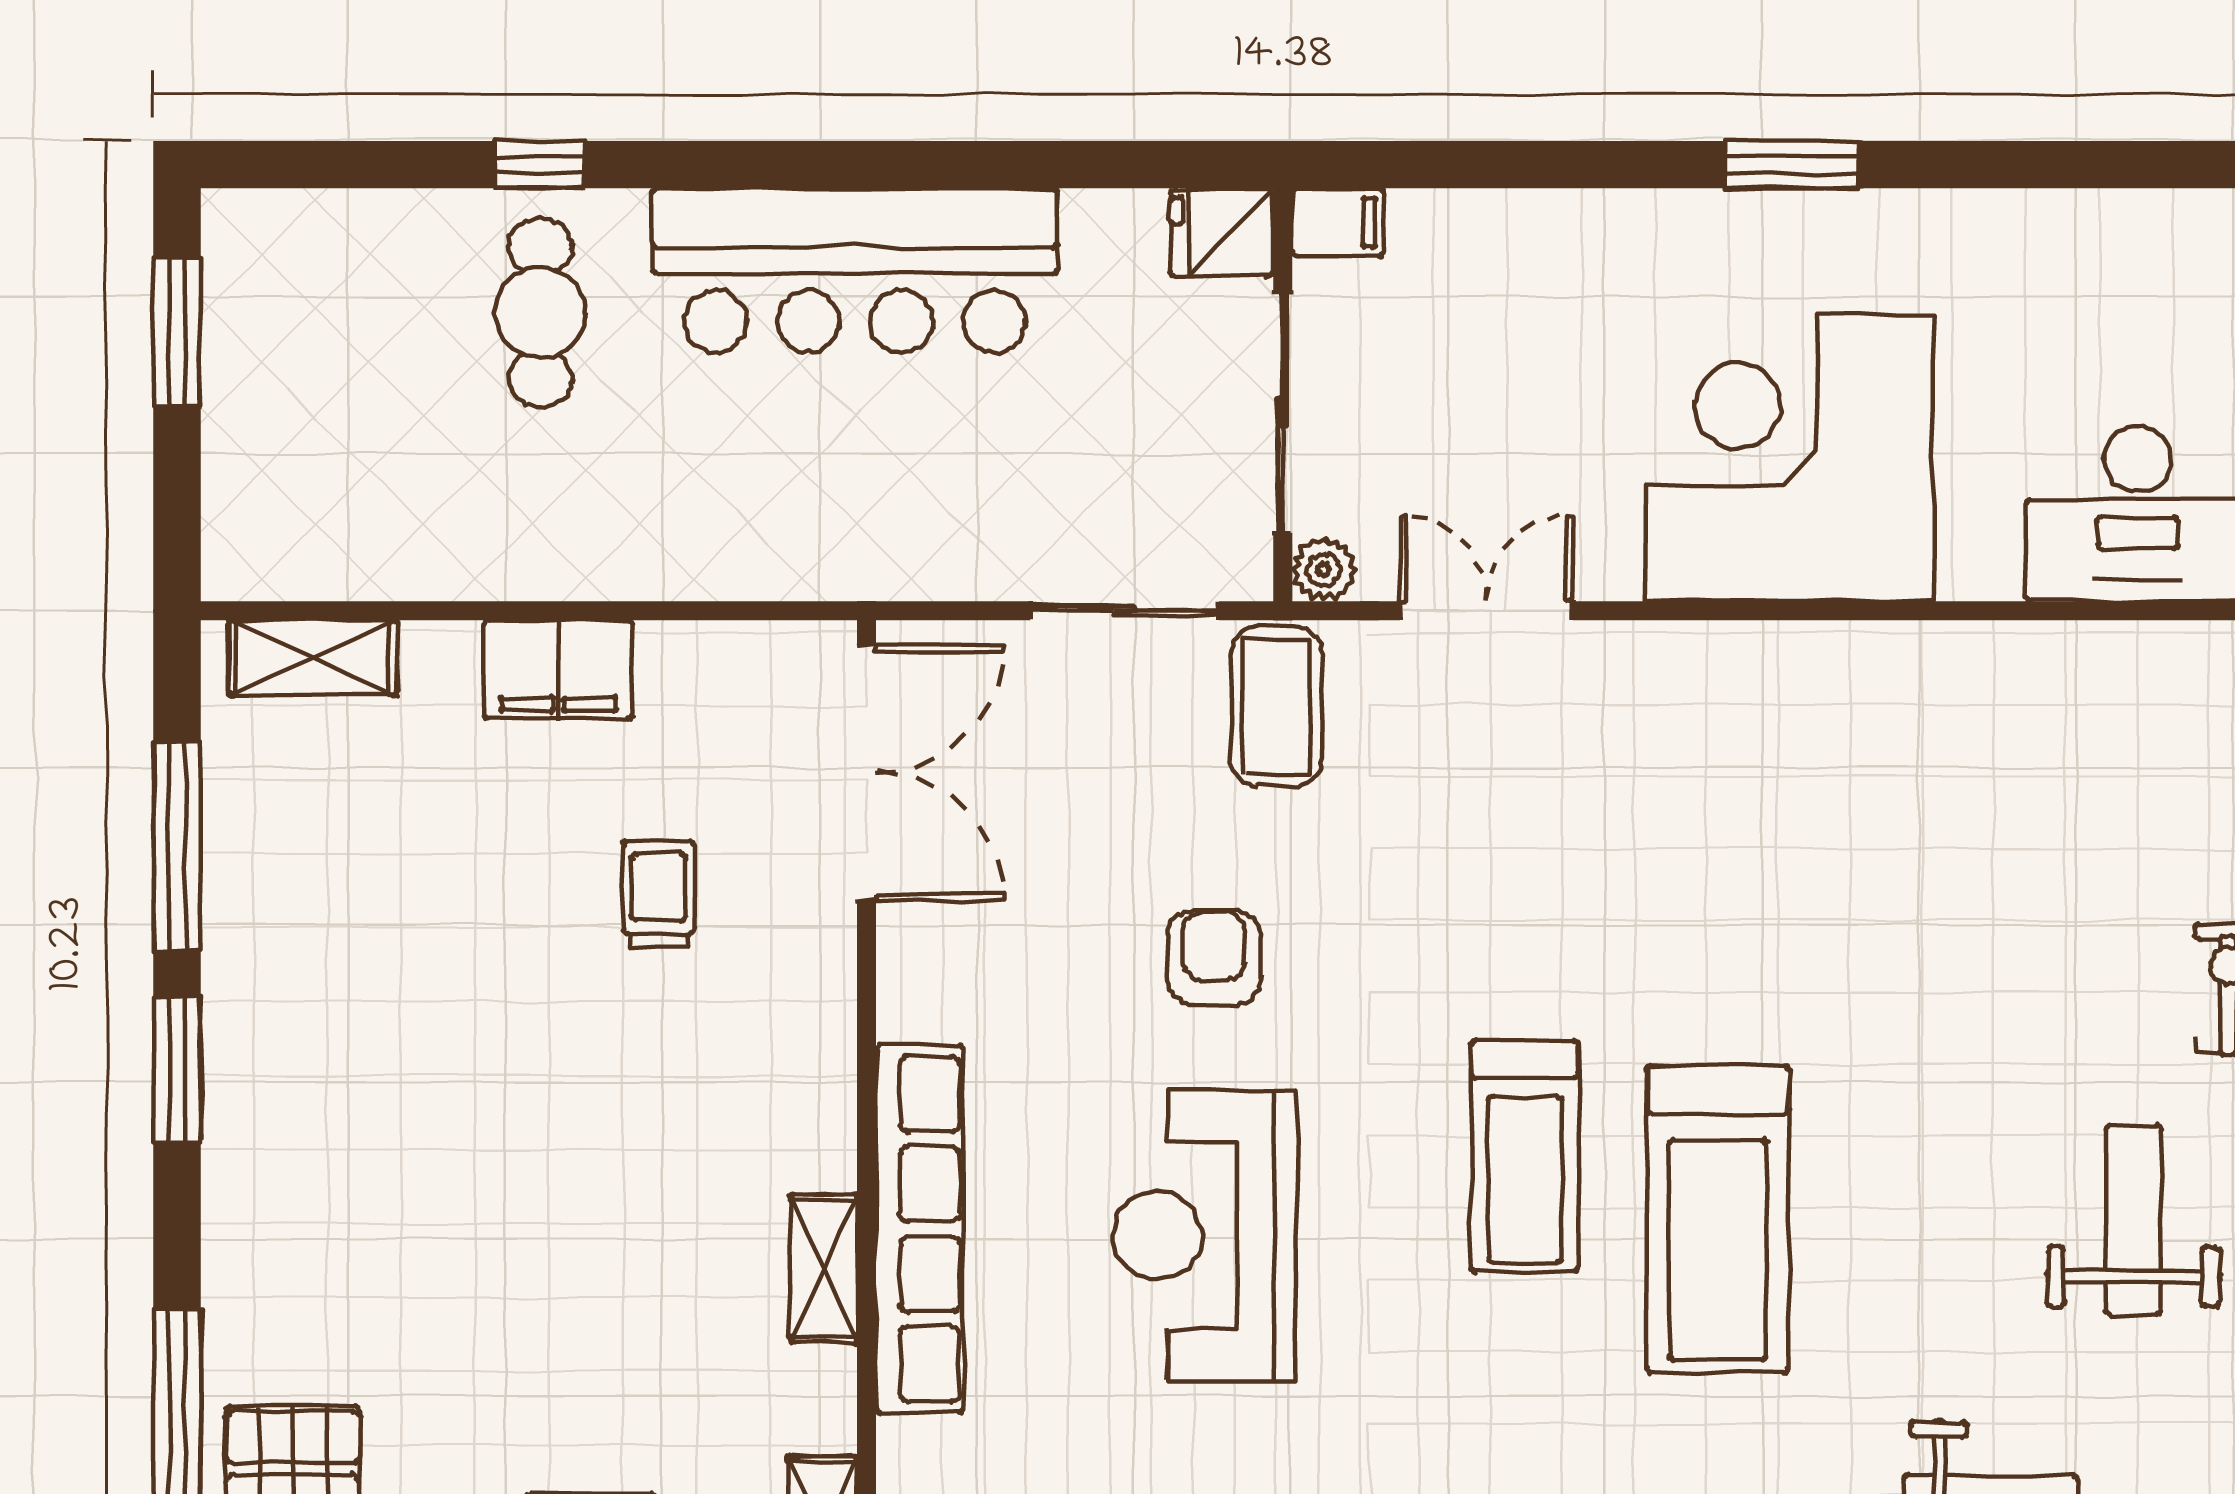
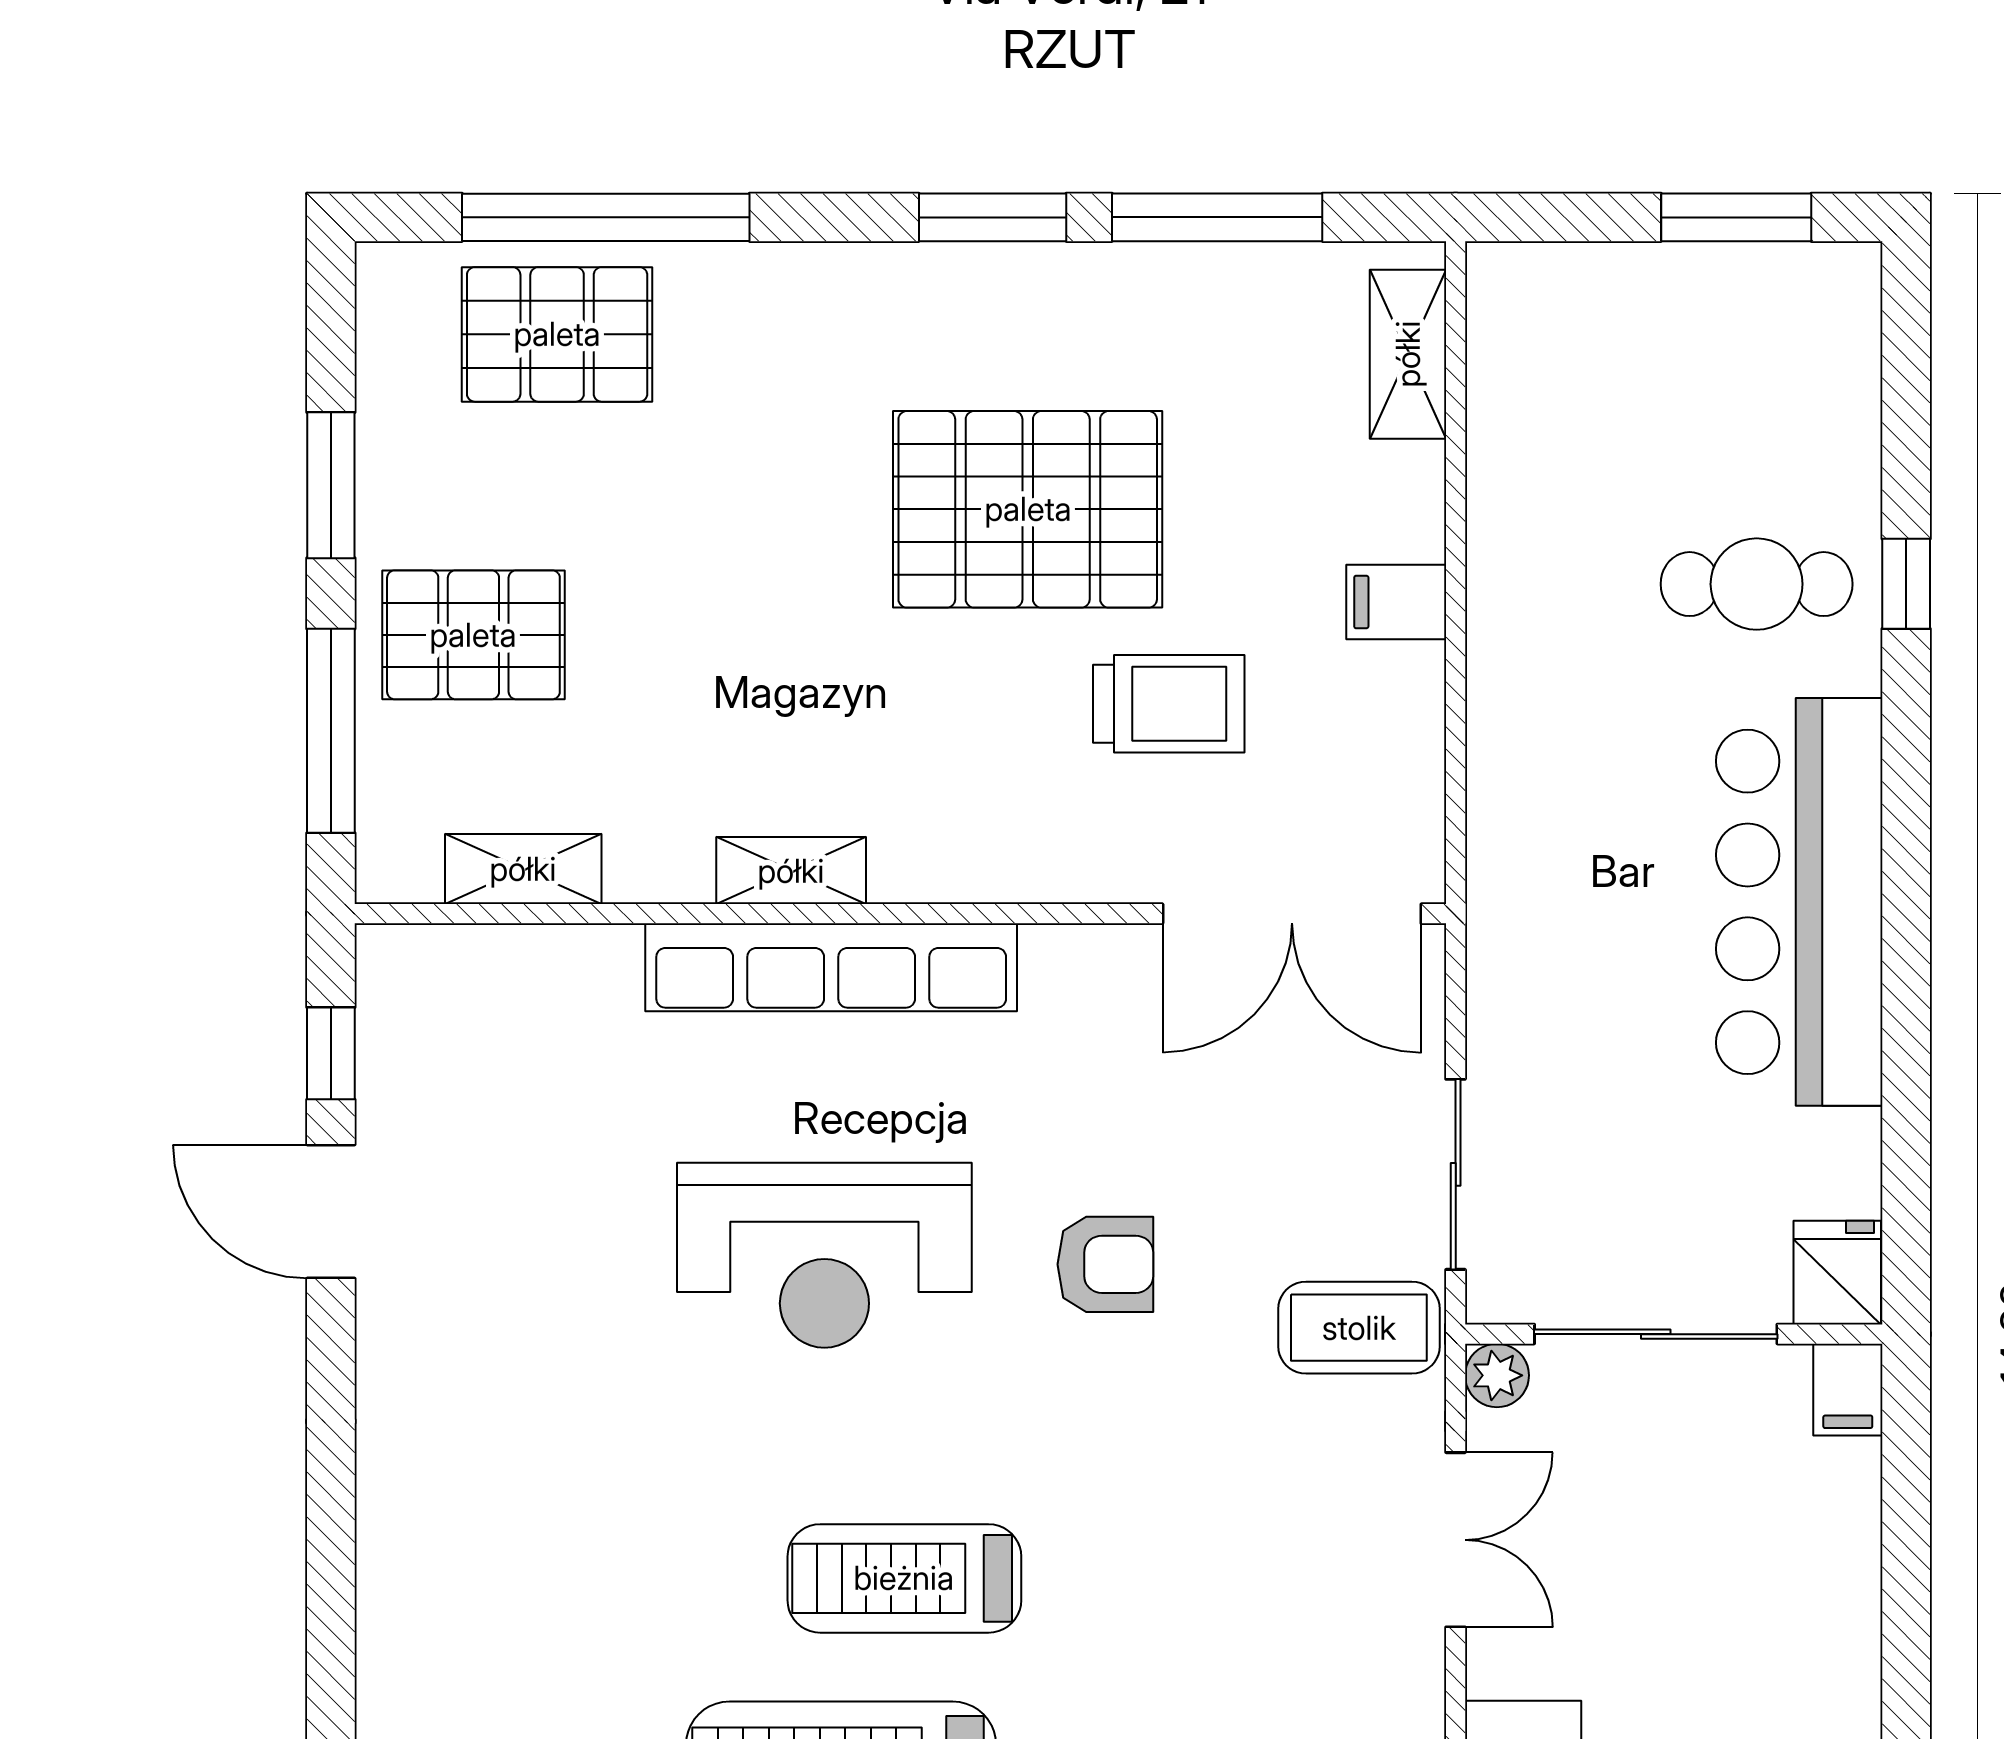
filing cabinet: (558, 670) -> (1396, 602), width x0.50
trolley: (659, 895) -> (1169, 704), width x1.36, depth x1.39
pallet: (466, 1034) -> (1028, 509), added
reception desk: (1205, 1236) -> (824, 1255), turned 180

